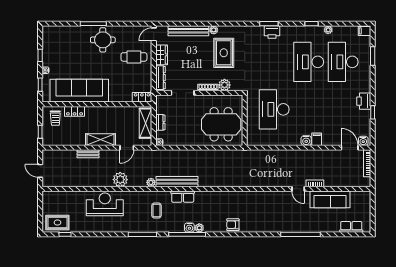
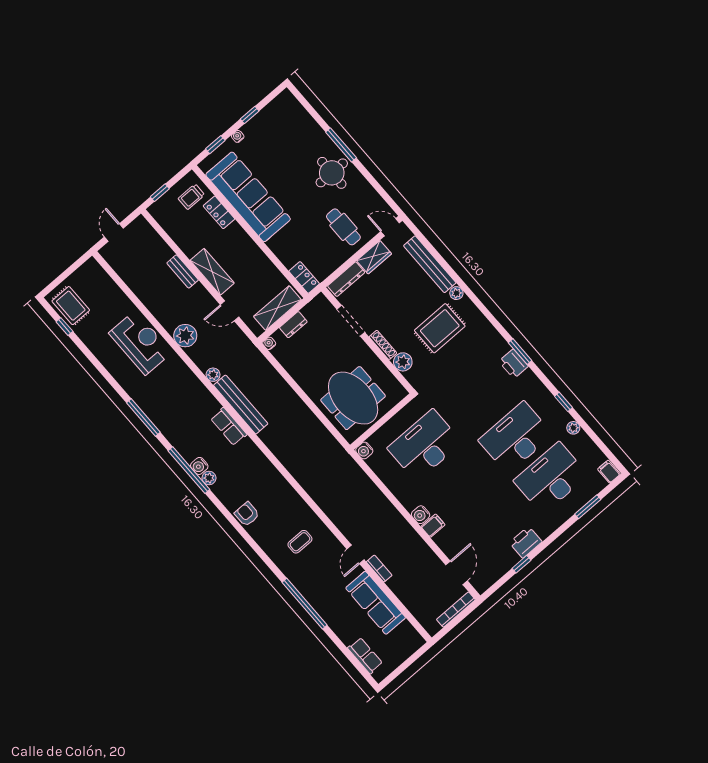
water cooler: (363, 141) -> (364, 450), moved
coffee table: (156, 211) -> (300, 542), moved

